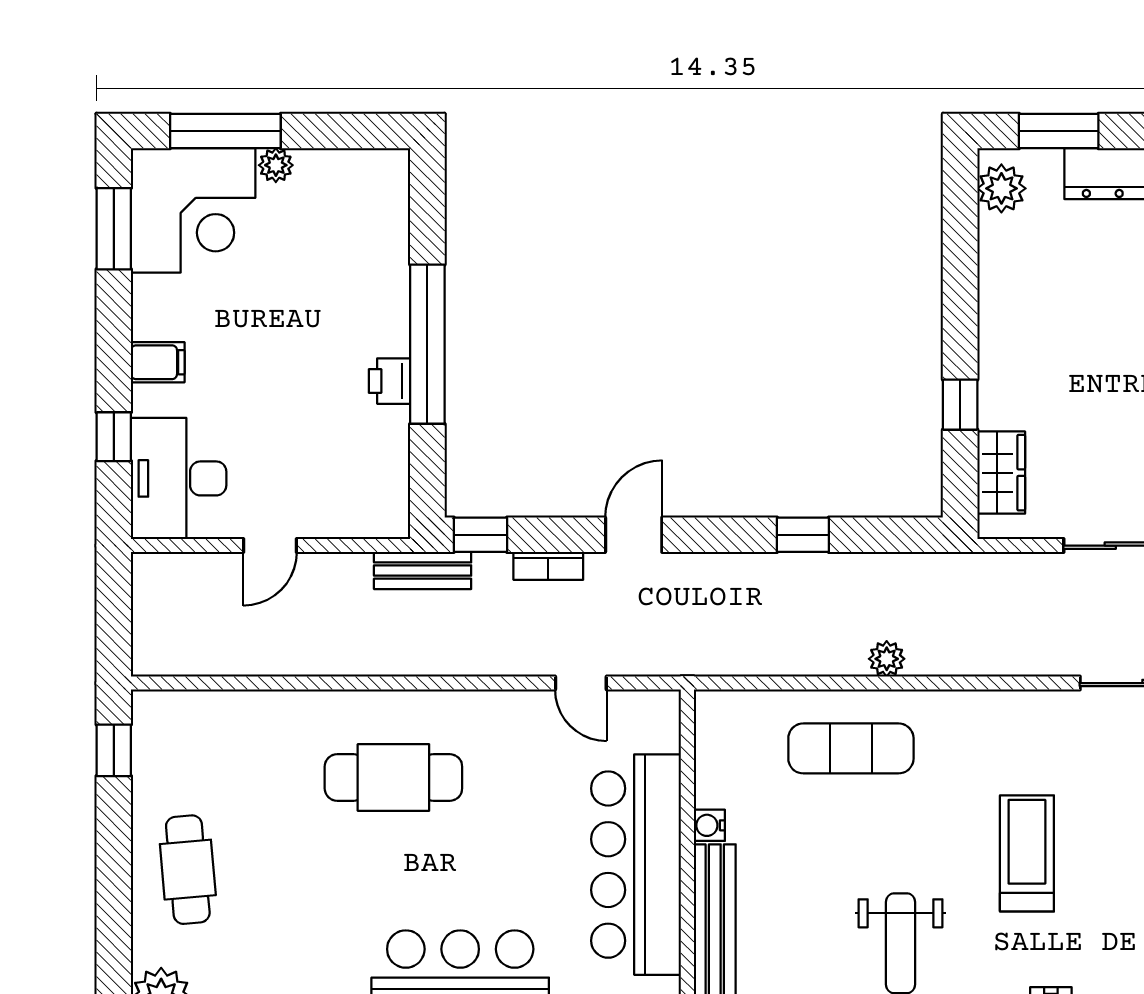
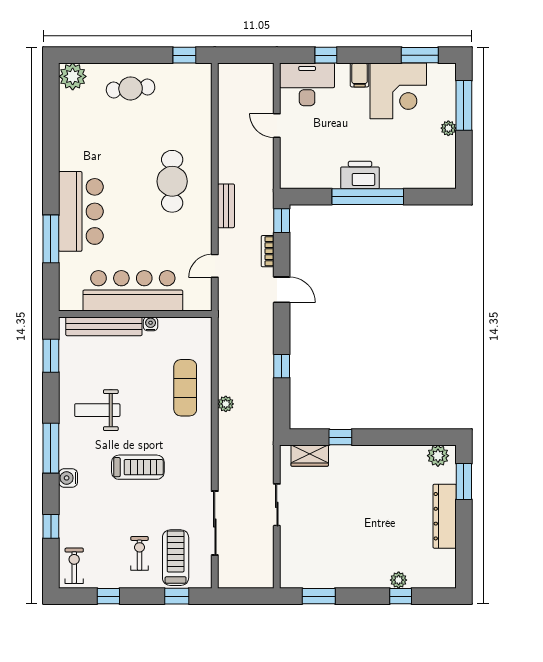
corner desk: (193, 210) -> (398, 91), moved, turned -90
printer: (390, 381) -> (360, 175), width x1.87, depth x1.48
bench: (423, 571) -> (226, 206), moved

